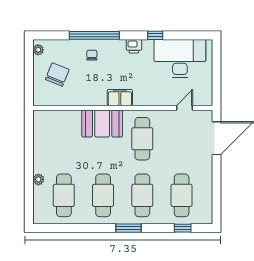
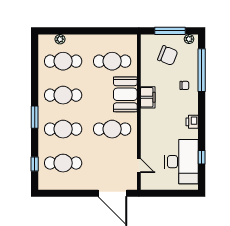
window: (94, 35) -> (202, 70), moved
window: (155, 35) -> (202, 157), moved
window: (29, 72) -> (170, 31), added
filing cabinet: (120, 98) -> (148, 97), moved
cafe table: (64, 139) -> (112, 61), added
plant: (38, 179) -> (60, 39), moved

